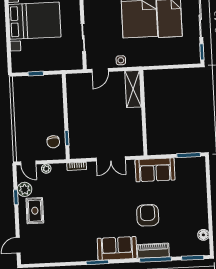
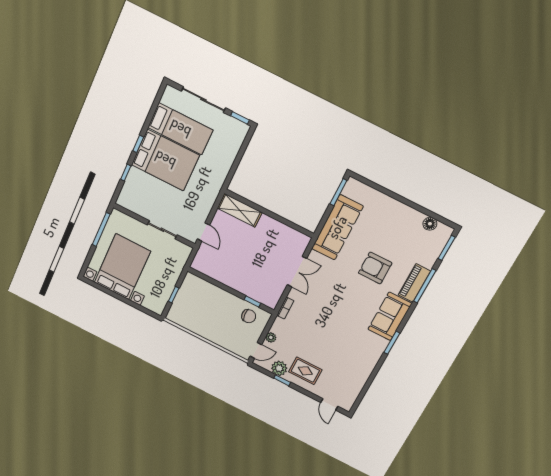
side table: (121, 60) -> (204, 206), removed
sofa: (155, 170) -> (337, 227), width x1.36

